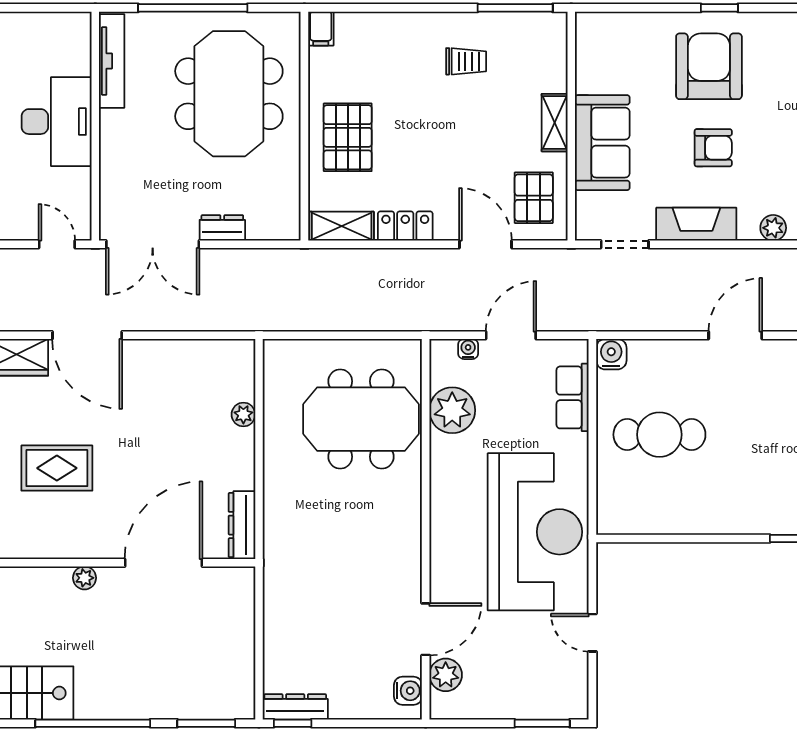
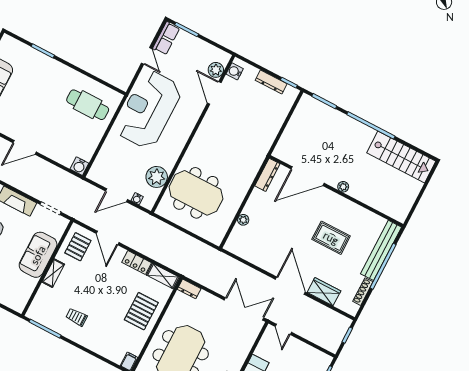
dresser: (222, 228) -> (189, 289), moved
row of seats: (573, 397) -> (166, 38), moved
cafe table: (659, 435) -> (88, 105), moved
door: (426, 629) -> (214, 93), hinge flipped
dresser: (295, 707) -> (271, 82), moved

